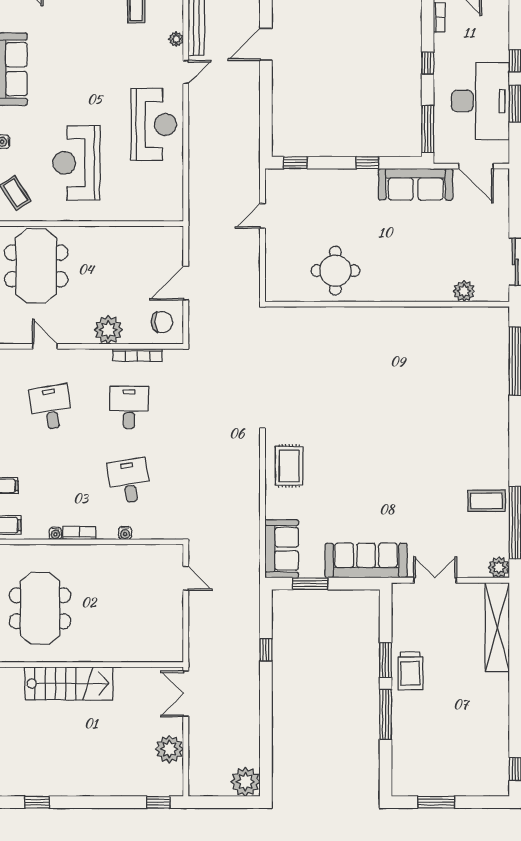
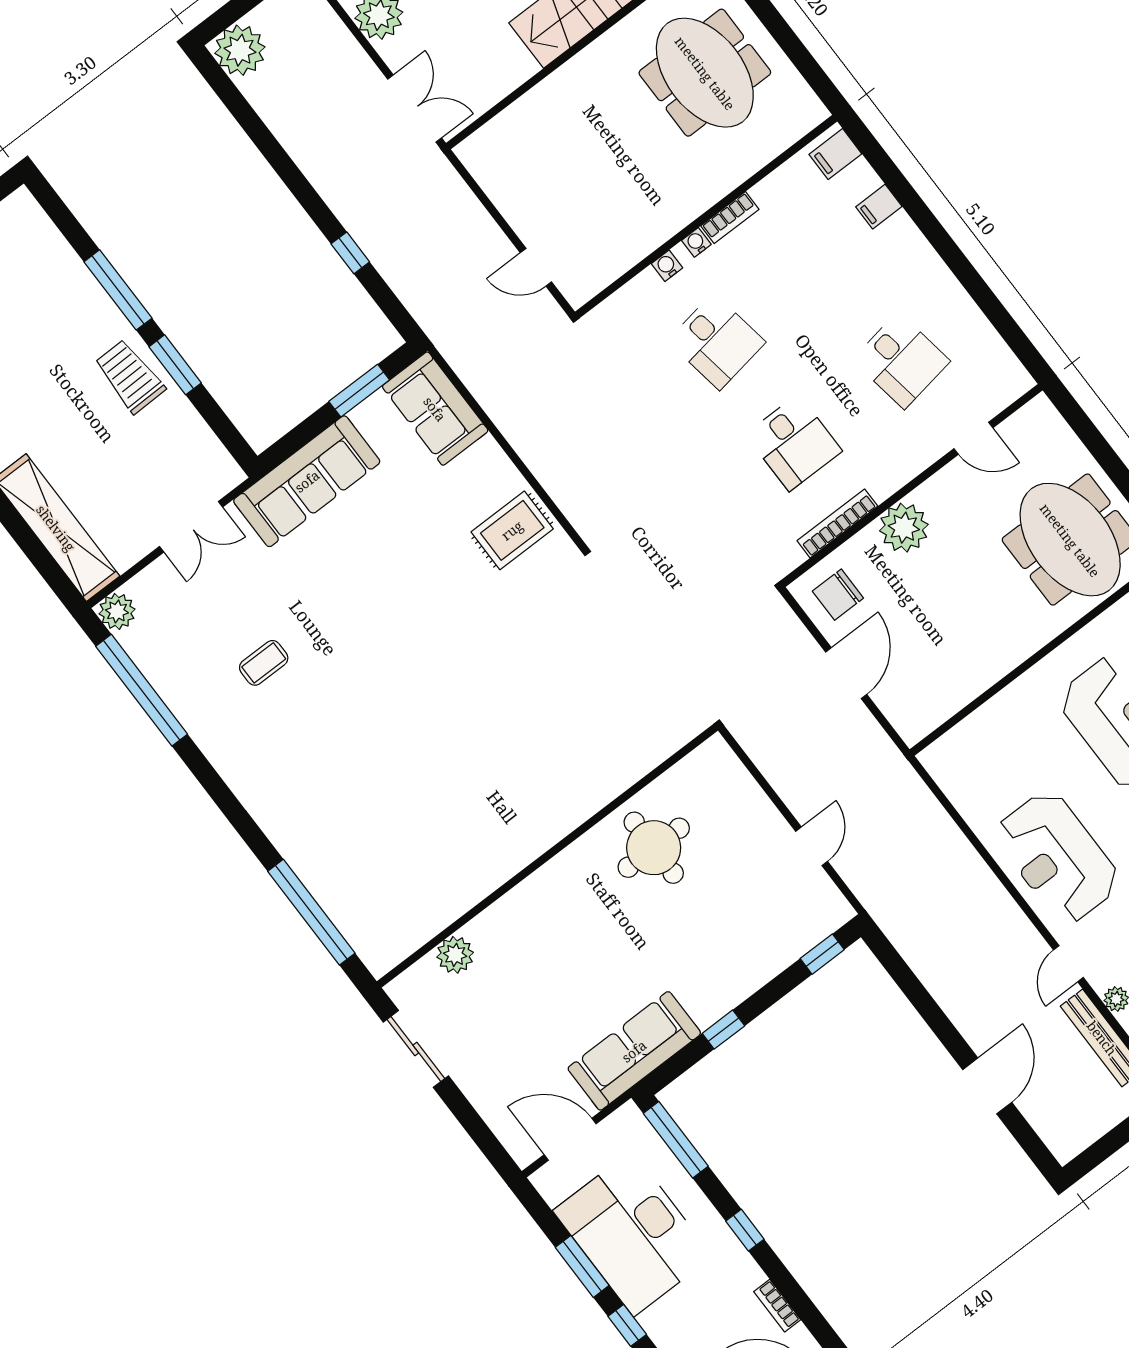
rug: (289, 466) -> (512, 530), turned 90
coffee table: (486, 501) -> (264, 663), moved, width x0.73, depth x0.77
water cooler: (55, 533) -> (696, 242), moved

